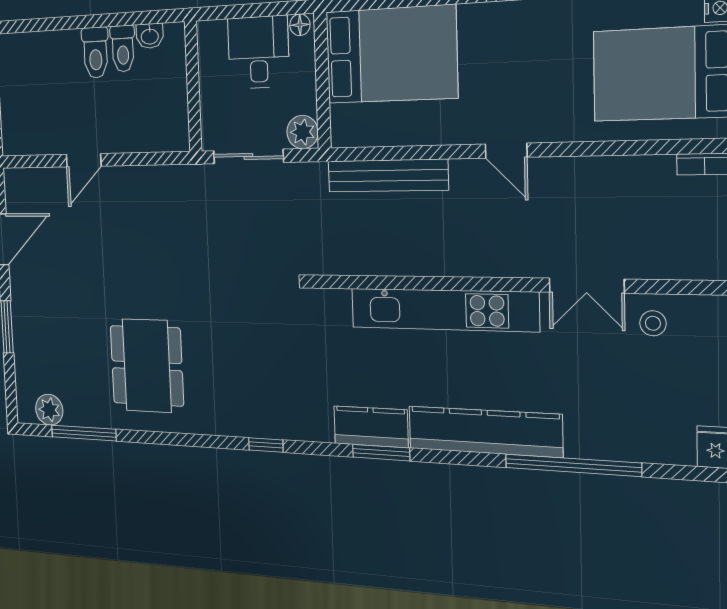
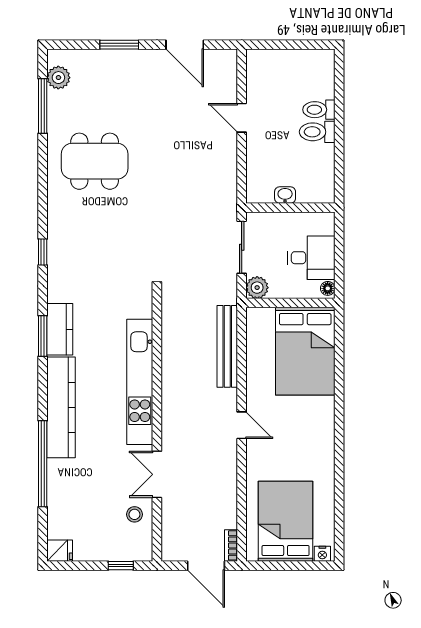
washbasin: (150, 36) -> (285, 195), moved, turned 90
toilet: (123, 49) -> (319, 110), moved
door: (506, 151) -> (242, 425), swing flipped

